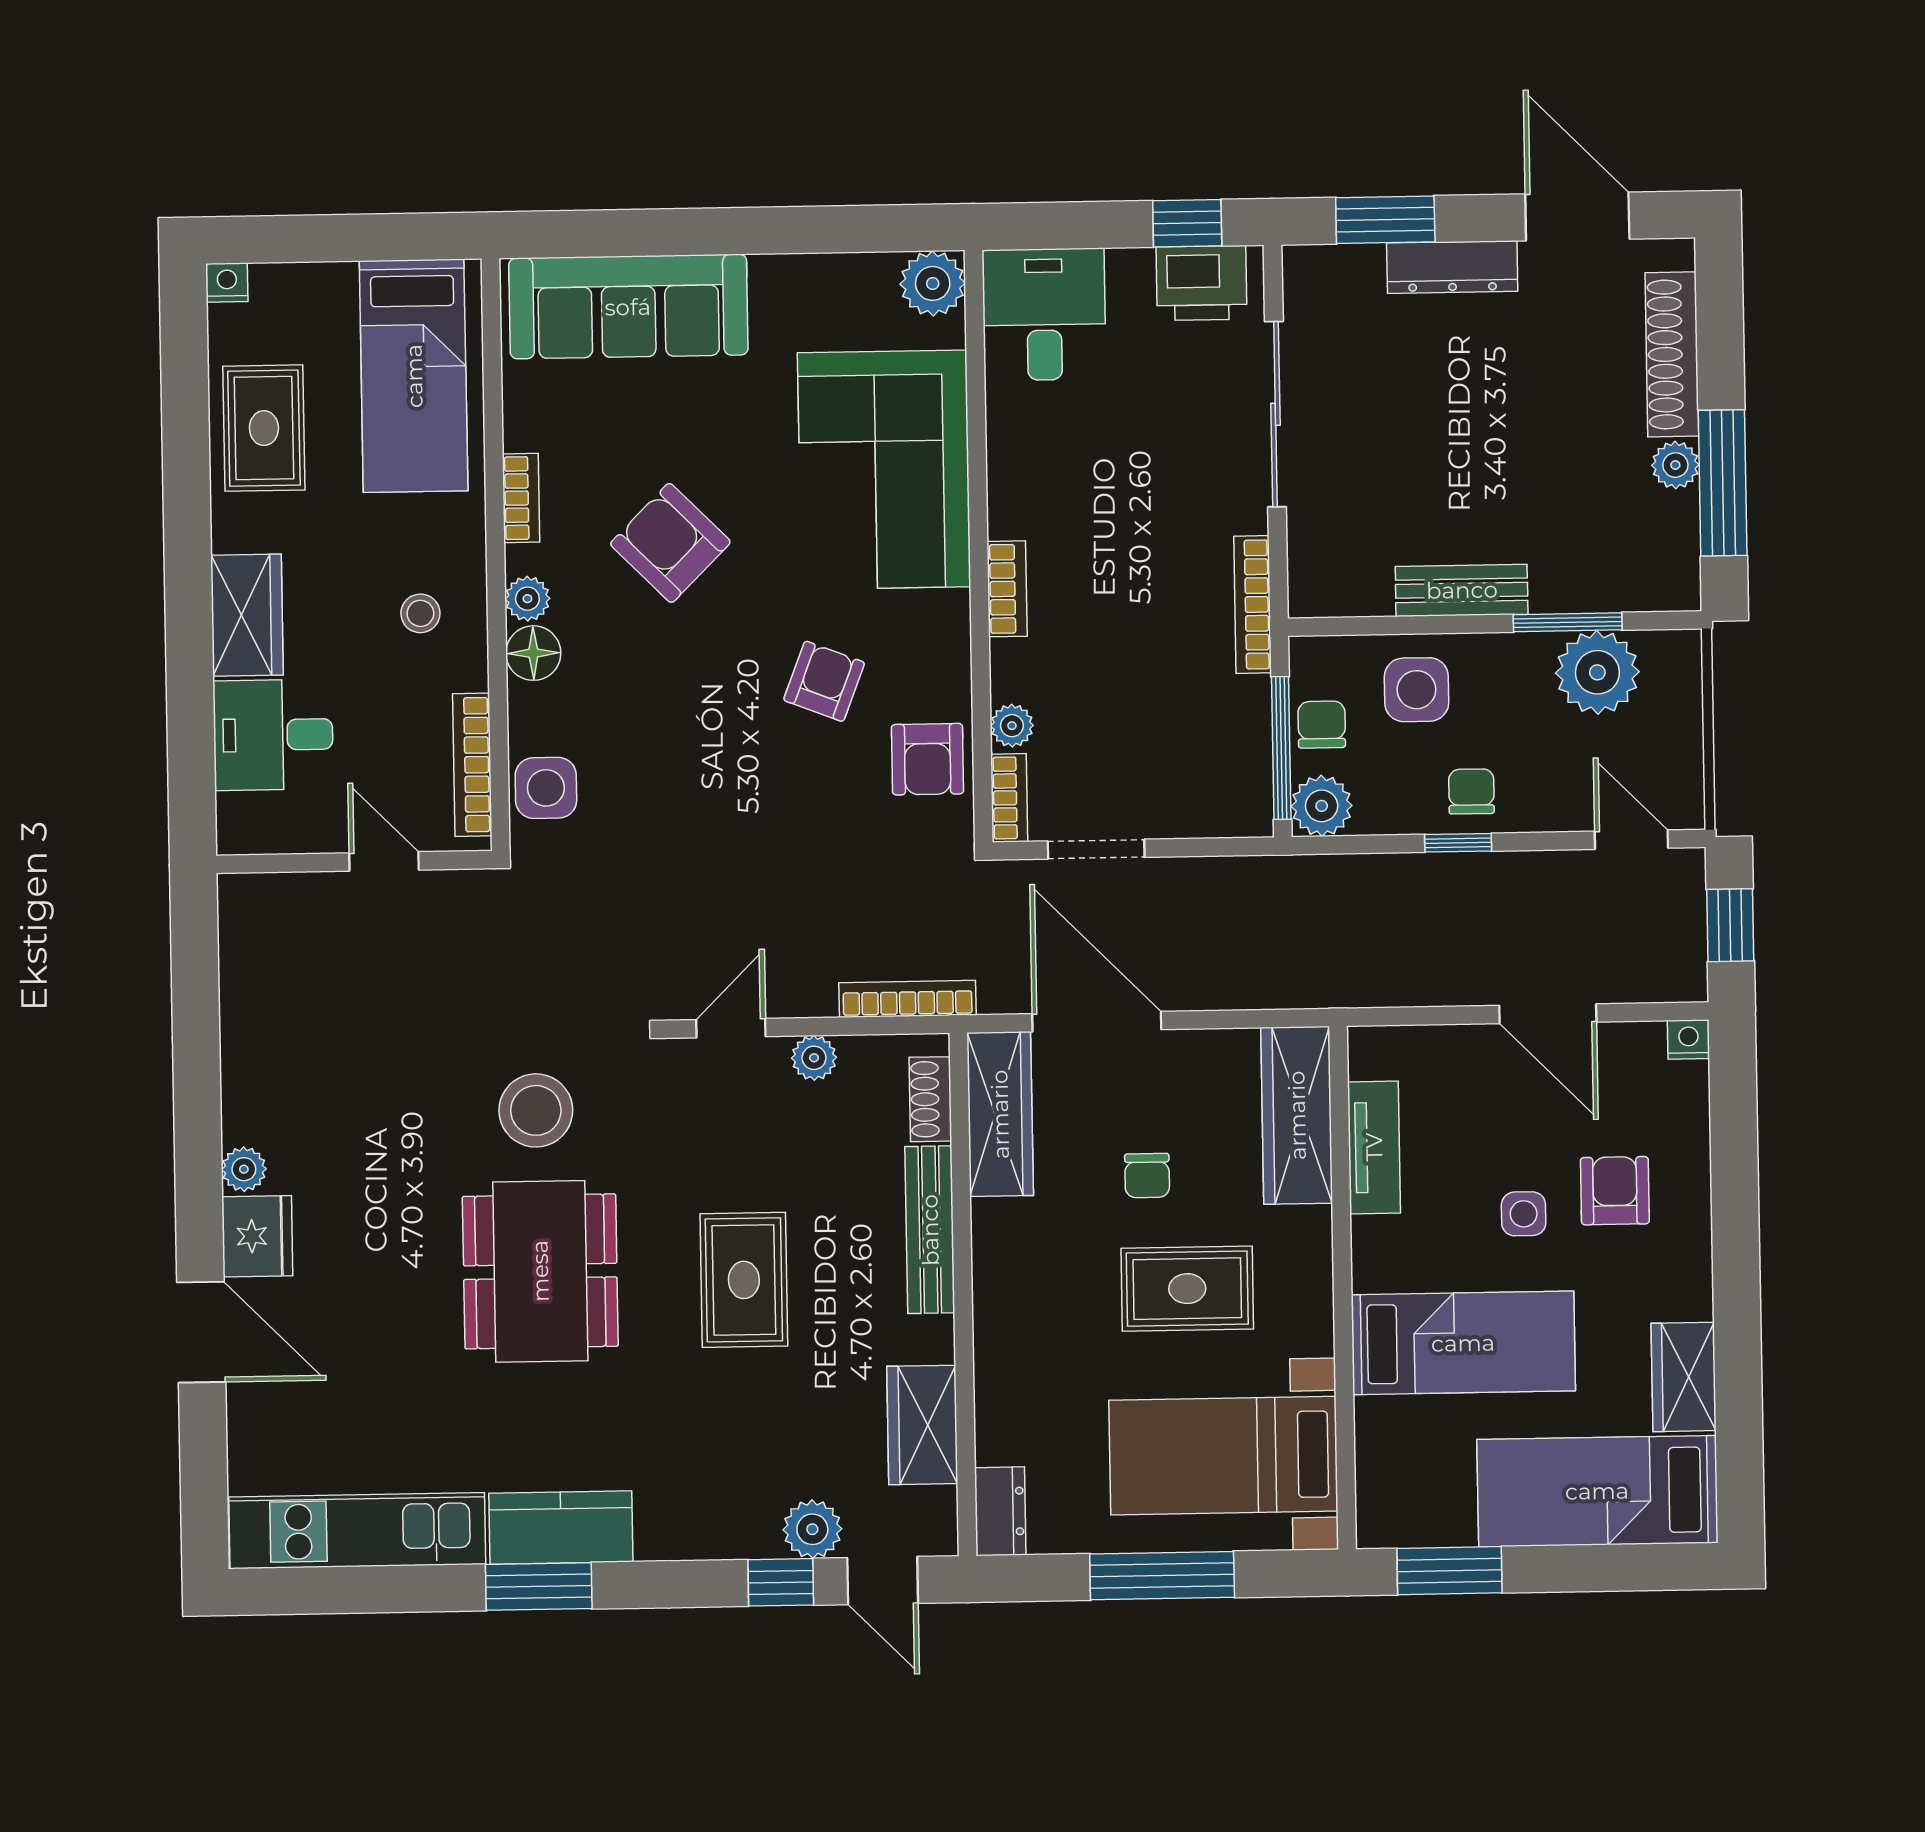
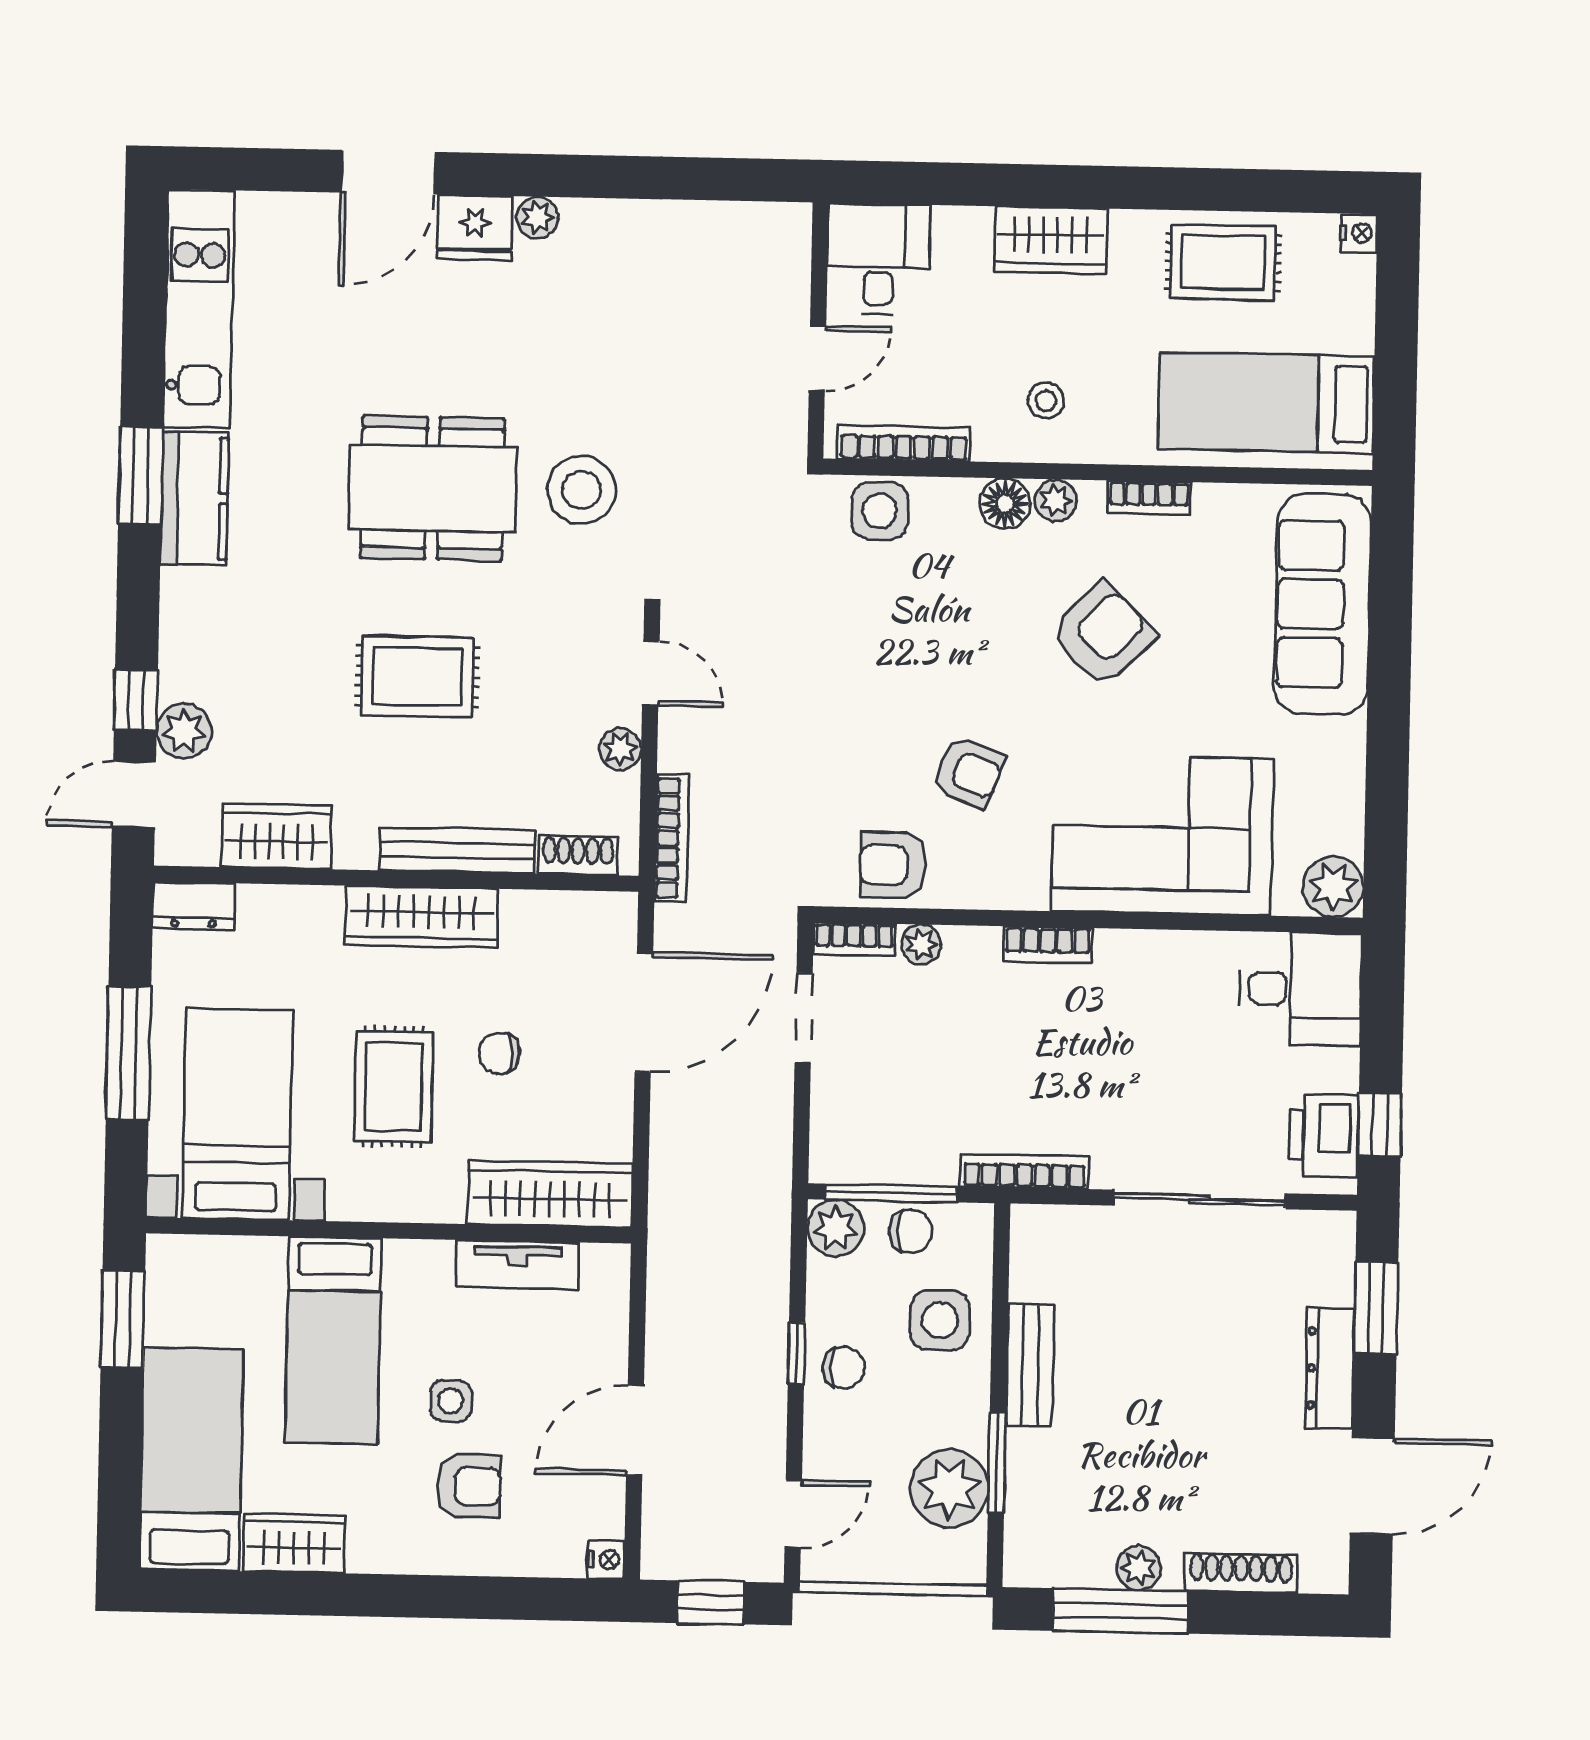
shoe rack: (1672, 354) -> (1241, 1573), width x0.74, depth x0.81
desk: (273, 735) -> (878, 259), moved
wardrobe: (1000, 1114) -> (421, 917), moved

